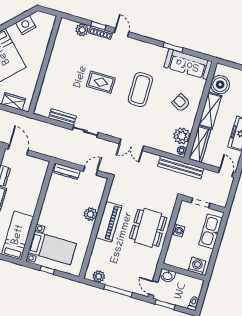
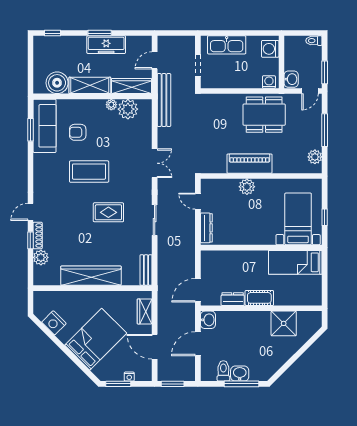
window: (173, 47) -> (30, 130), moved
wardrobe: (55, 66) -> (91, 276), added
rug: (101, 82) -> (108, 212), moved, turned 90
armchair: (181, 103) -> (78, 132), moved, turned 62
bench: (62, 117) -> (146, 270), moved
plant: (182, 150) -> (111, 105), moved
door: (226, 172) -> (155, 60), moved
dining table: (148, 228) -> (264, 115), moved
washing machine: (178, 230) -> (269, 82), moved

